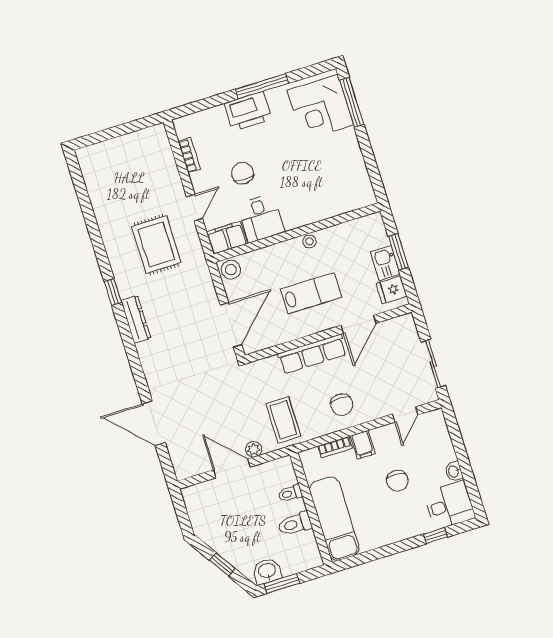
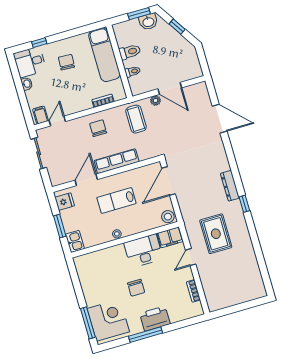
chair: (243, 173) -> (136, 288), moved
desk: (261, 218) -> (143, 251), width x1.37
kitchen sink: (385, 263) -> (75, 241), moved
filing cabinet: (363, 445) -> (41, 115), moved
chair: (397, 481) -> (66, 62), moved

